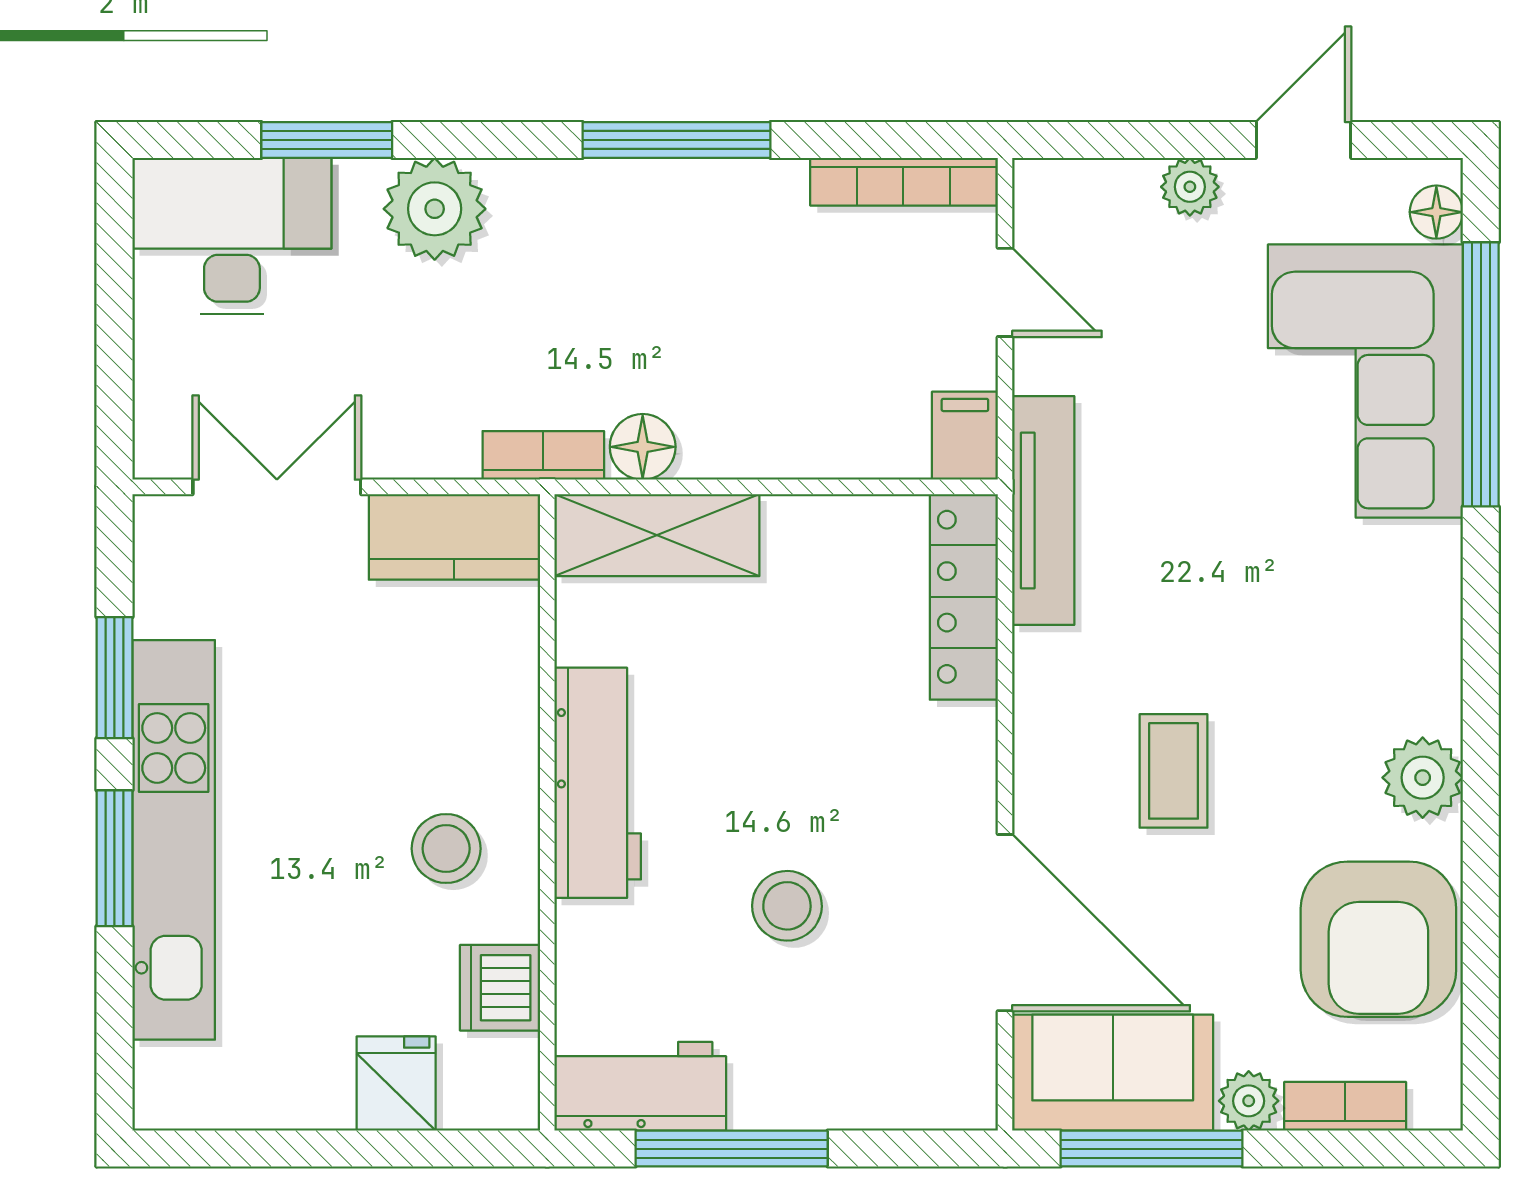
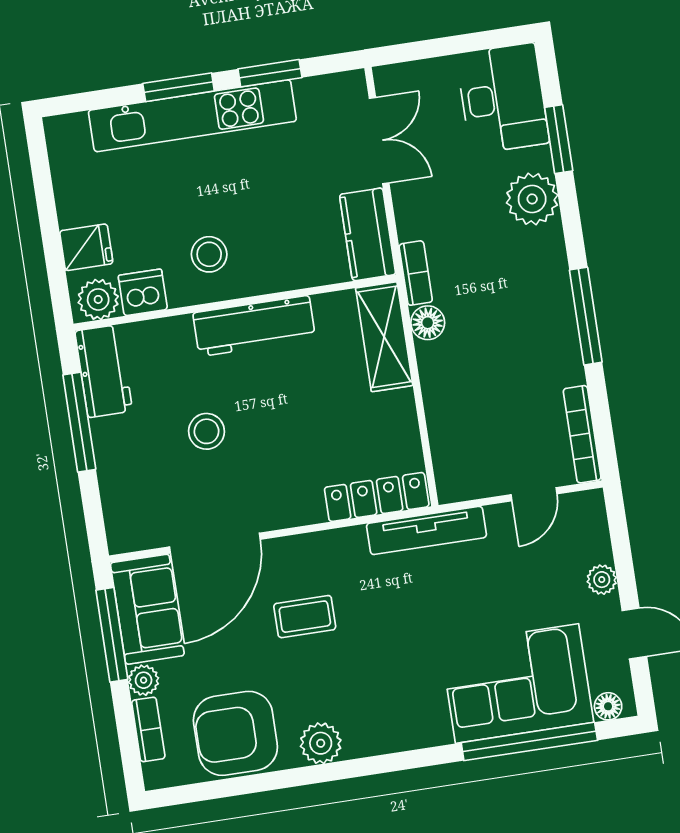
filing cabinet: (965, 436) -> (458, 485), removed
plant: (500, 1076) -> (98, 299), added

